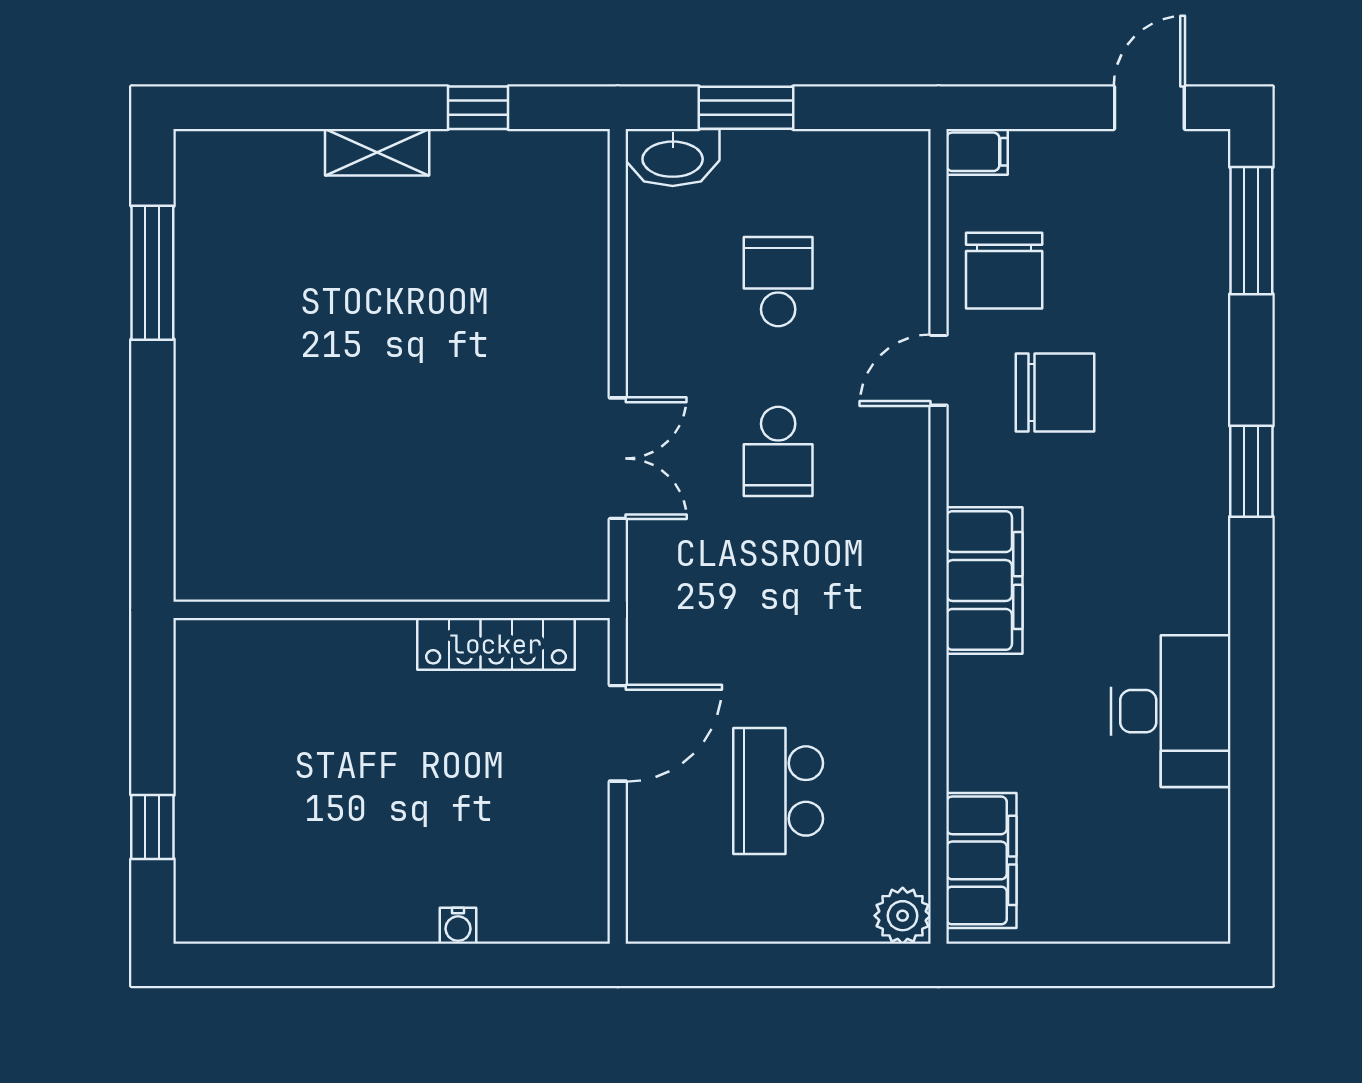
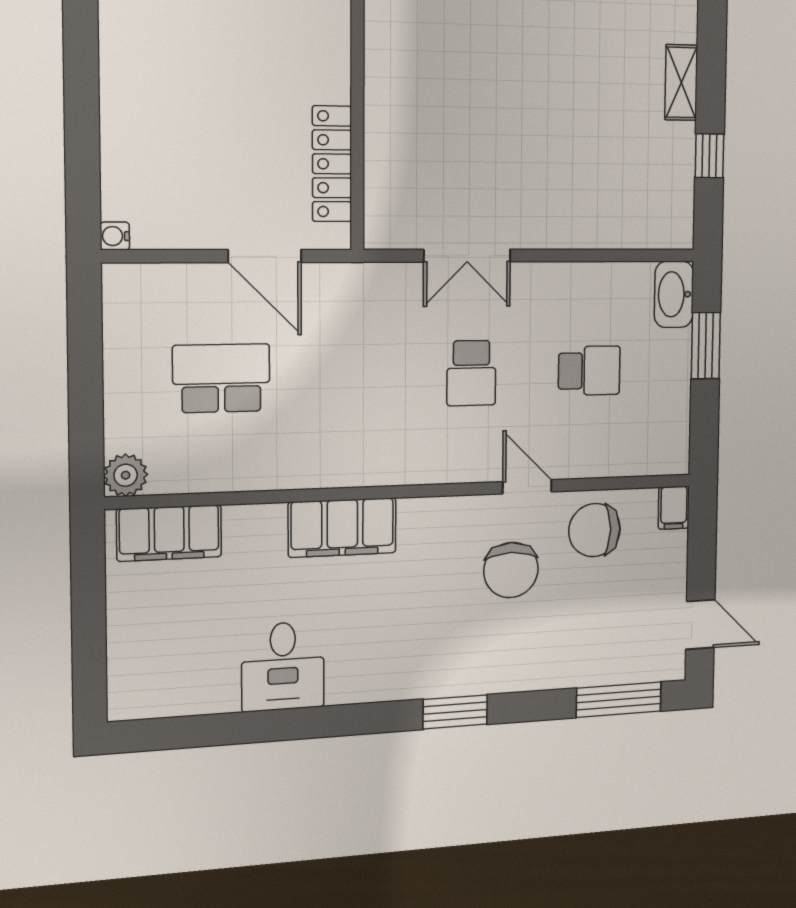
school desk: (778, 451) -> (471, 373), turned -90
filing cabinet: (984, 581) -> (342, 528), moved
desk: (1171, 711) -> (283, 666), width x0.73
water cooler: (458, 926) -> (115, 236), moved

